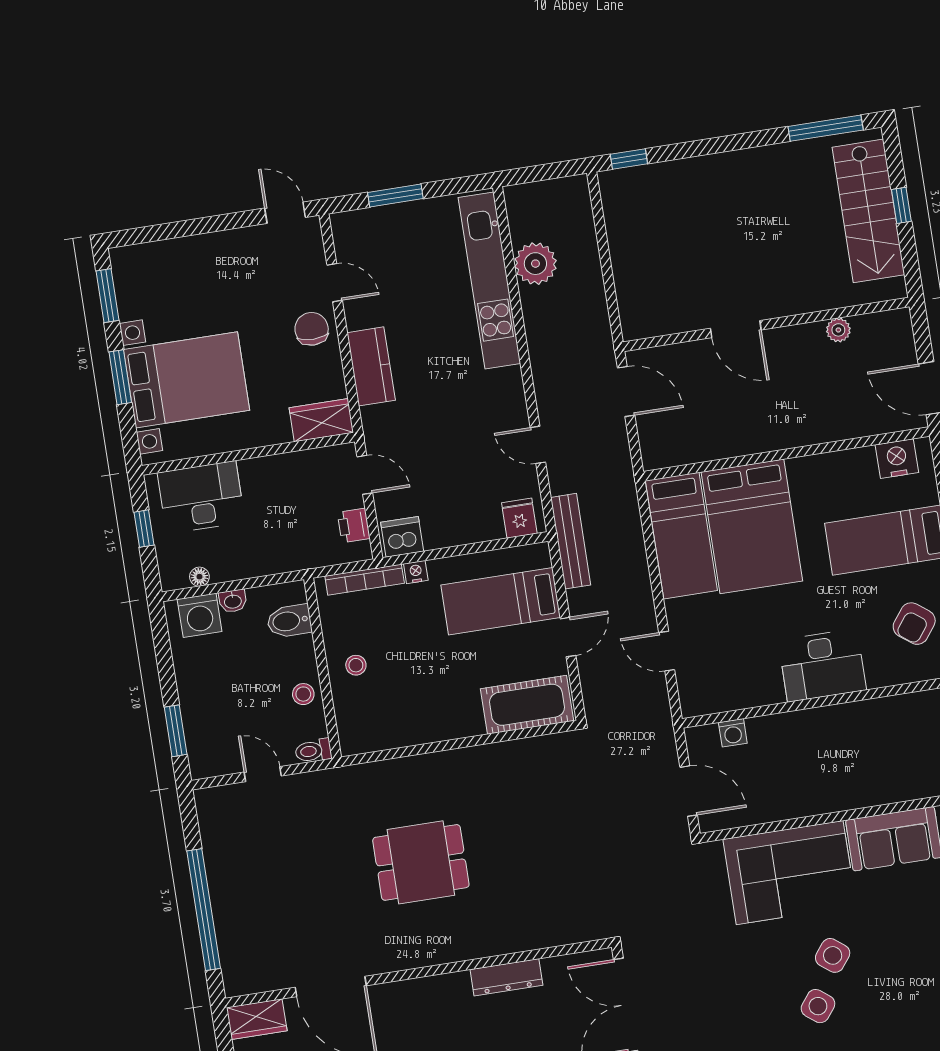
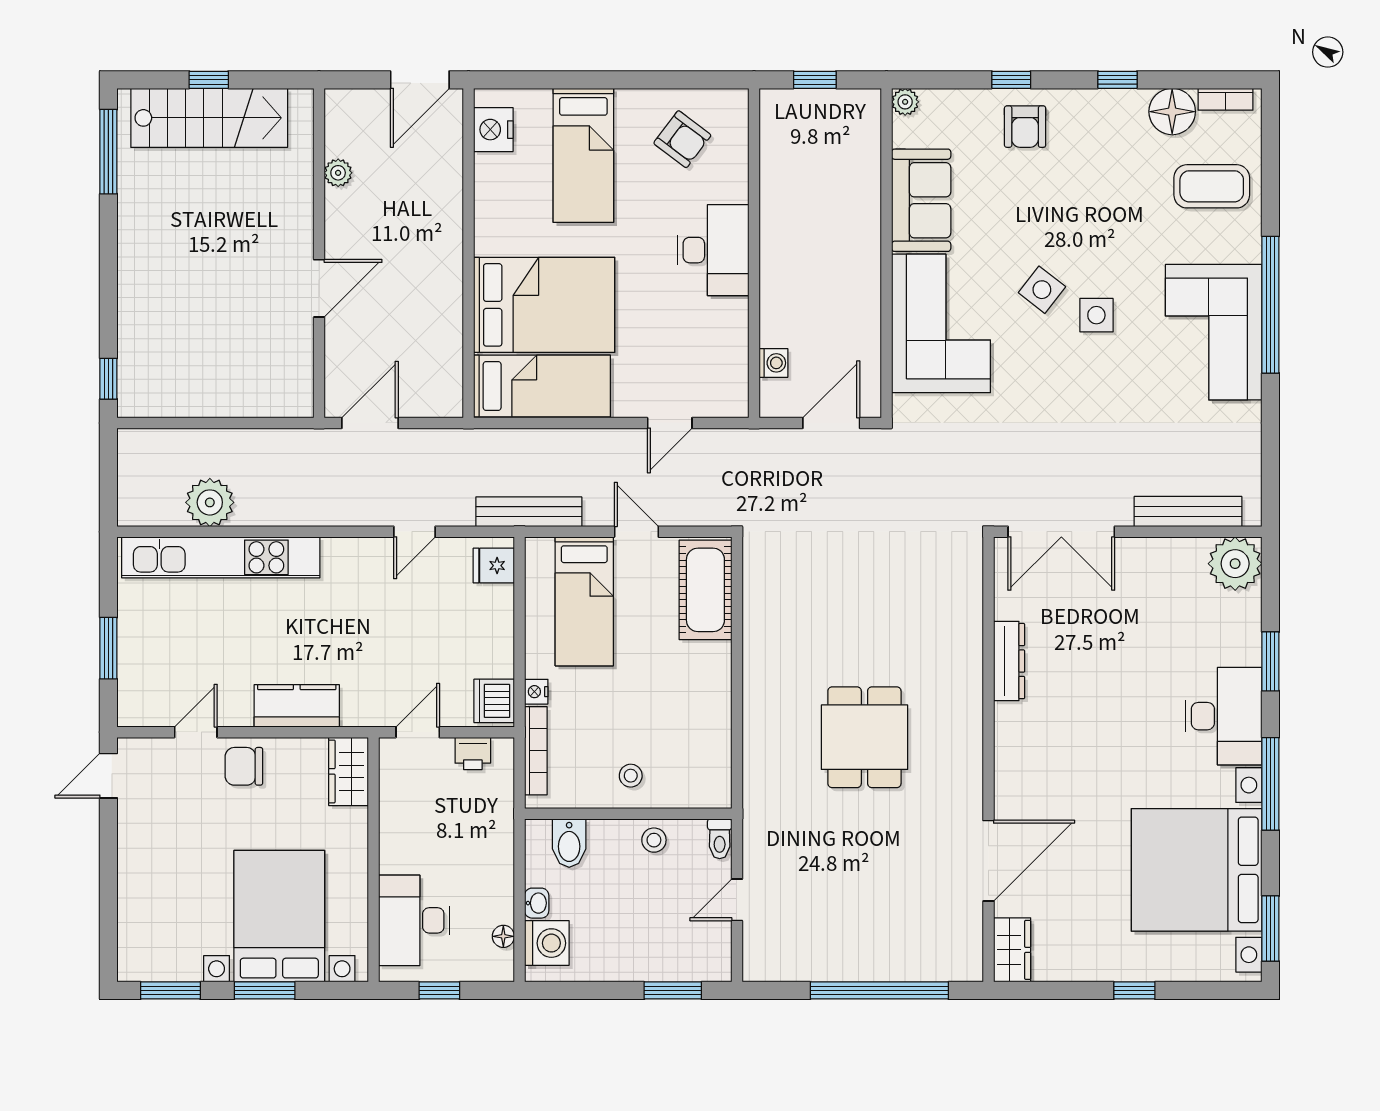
side table: (818, 1006) -> (1096, 315), turned -38

